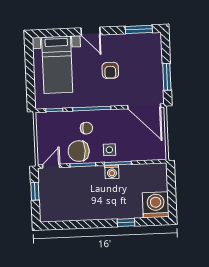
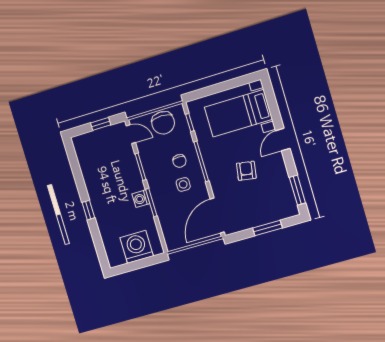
armchair: (110, 70) -> (246, 171), turned 99
window: (167, 77) -> (267, 228), moved
side table: (109, 150) -> (183, 184), moved
chair: (79, 151) -> (163, 123), moved, turned 180
washing machine: (156, 205) -> (137, 247), moved, turned -90
window: (126, 222) -> (88, 210), moved

